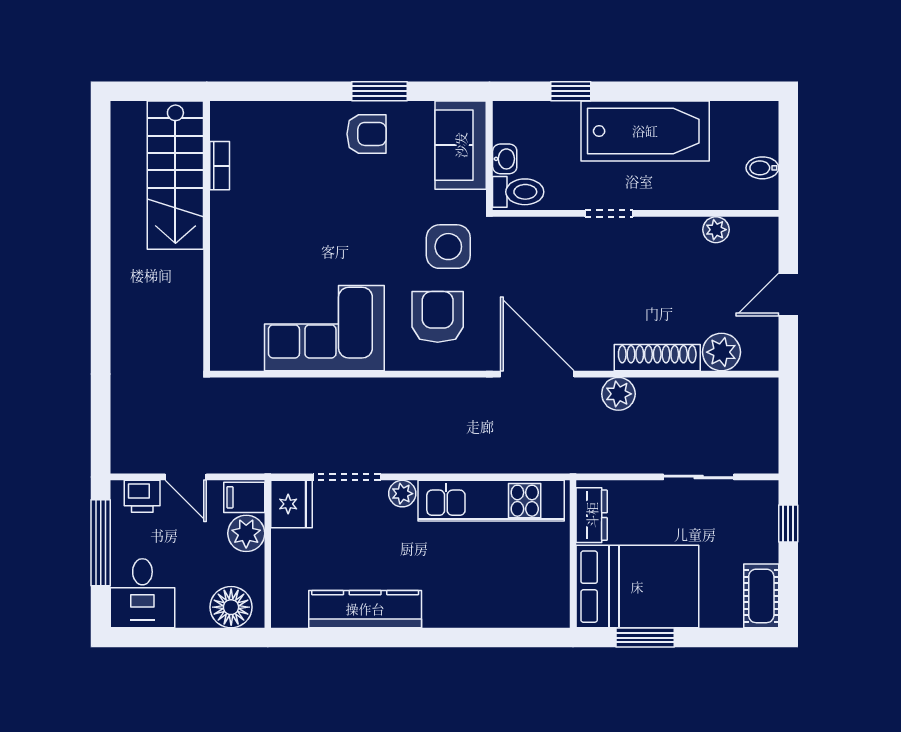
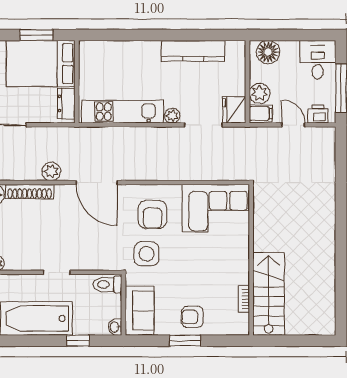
washbasin: (505, 159) -> (115, 327), moved
bookcase: (220, 166) -> (244, 299), moved
stairs: (175, 175) -> (269, 294), moved
wall: (207, 236) -> (251, 260), moved

